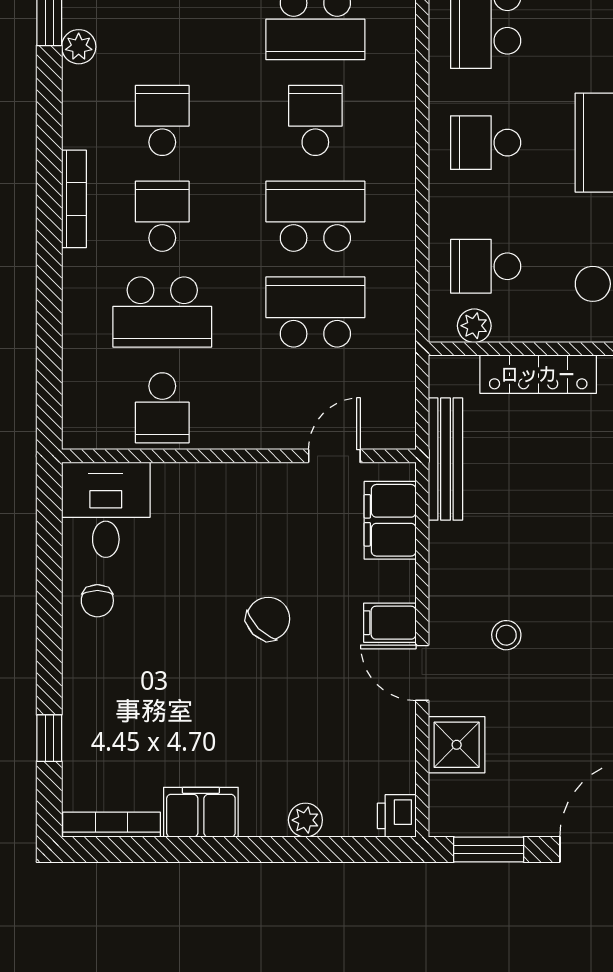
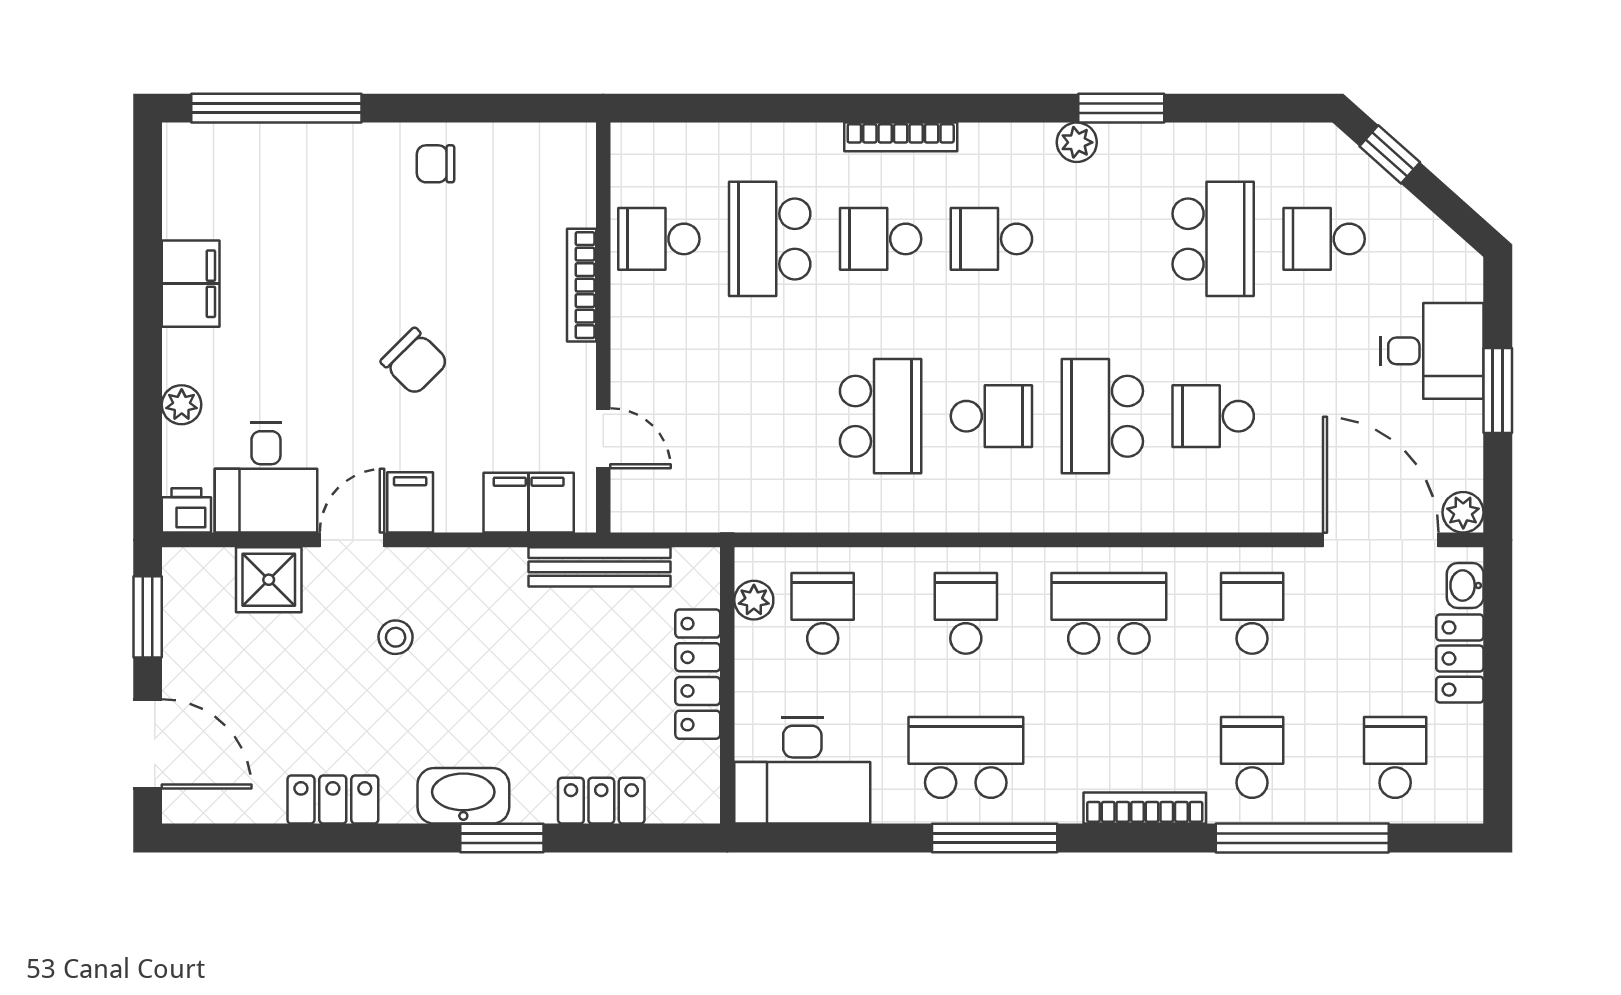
school desk: (162, 120) -> (991, 239), turned 180
school desk: (162, 216) -> (881, 239), turned 180
school desk: (315, 312) -> (770, 416), removed
desk: (106, 510) -> (266, 478), moved, turned 90
window: (49, 738) -> (276, 108), width x3.17
bookcase: (111, 825) -> (582, 285), moved, turned 180

